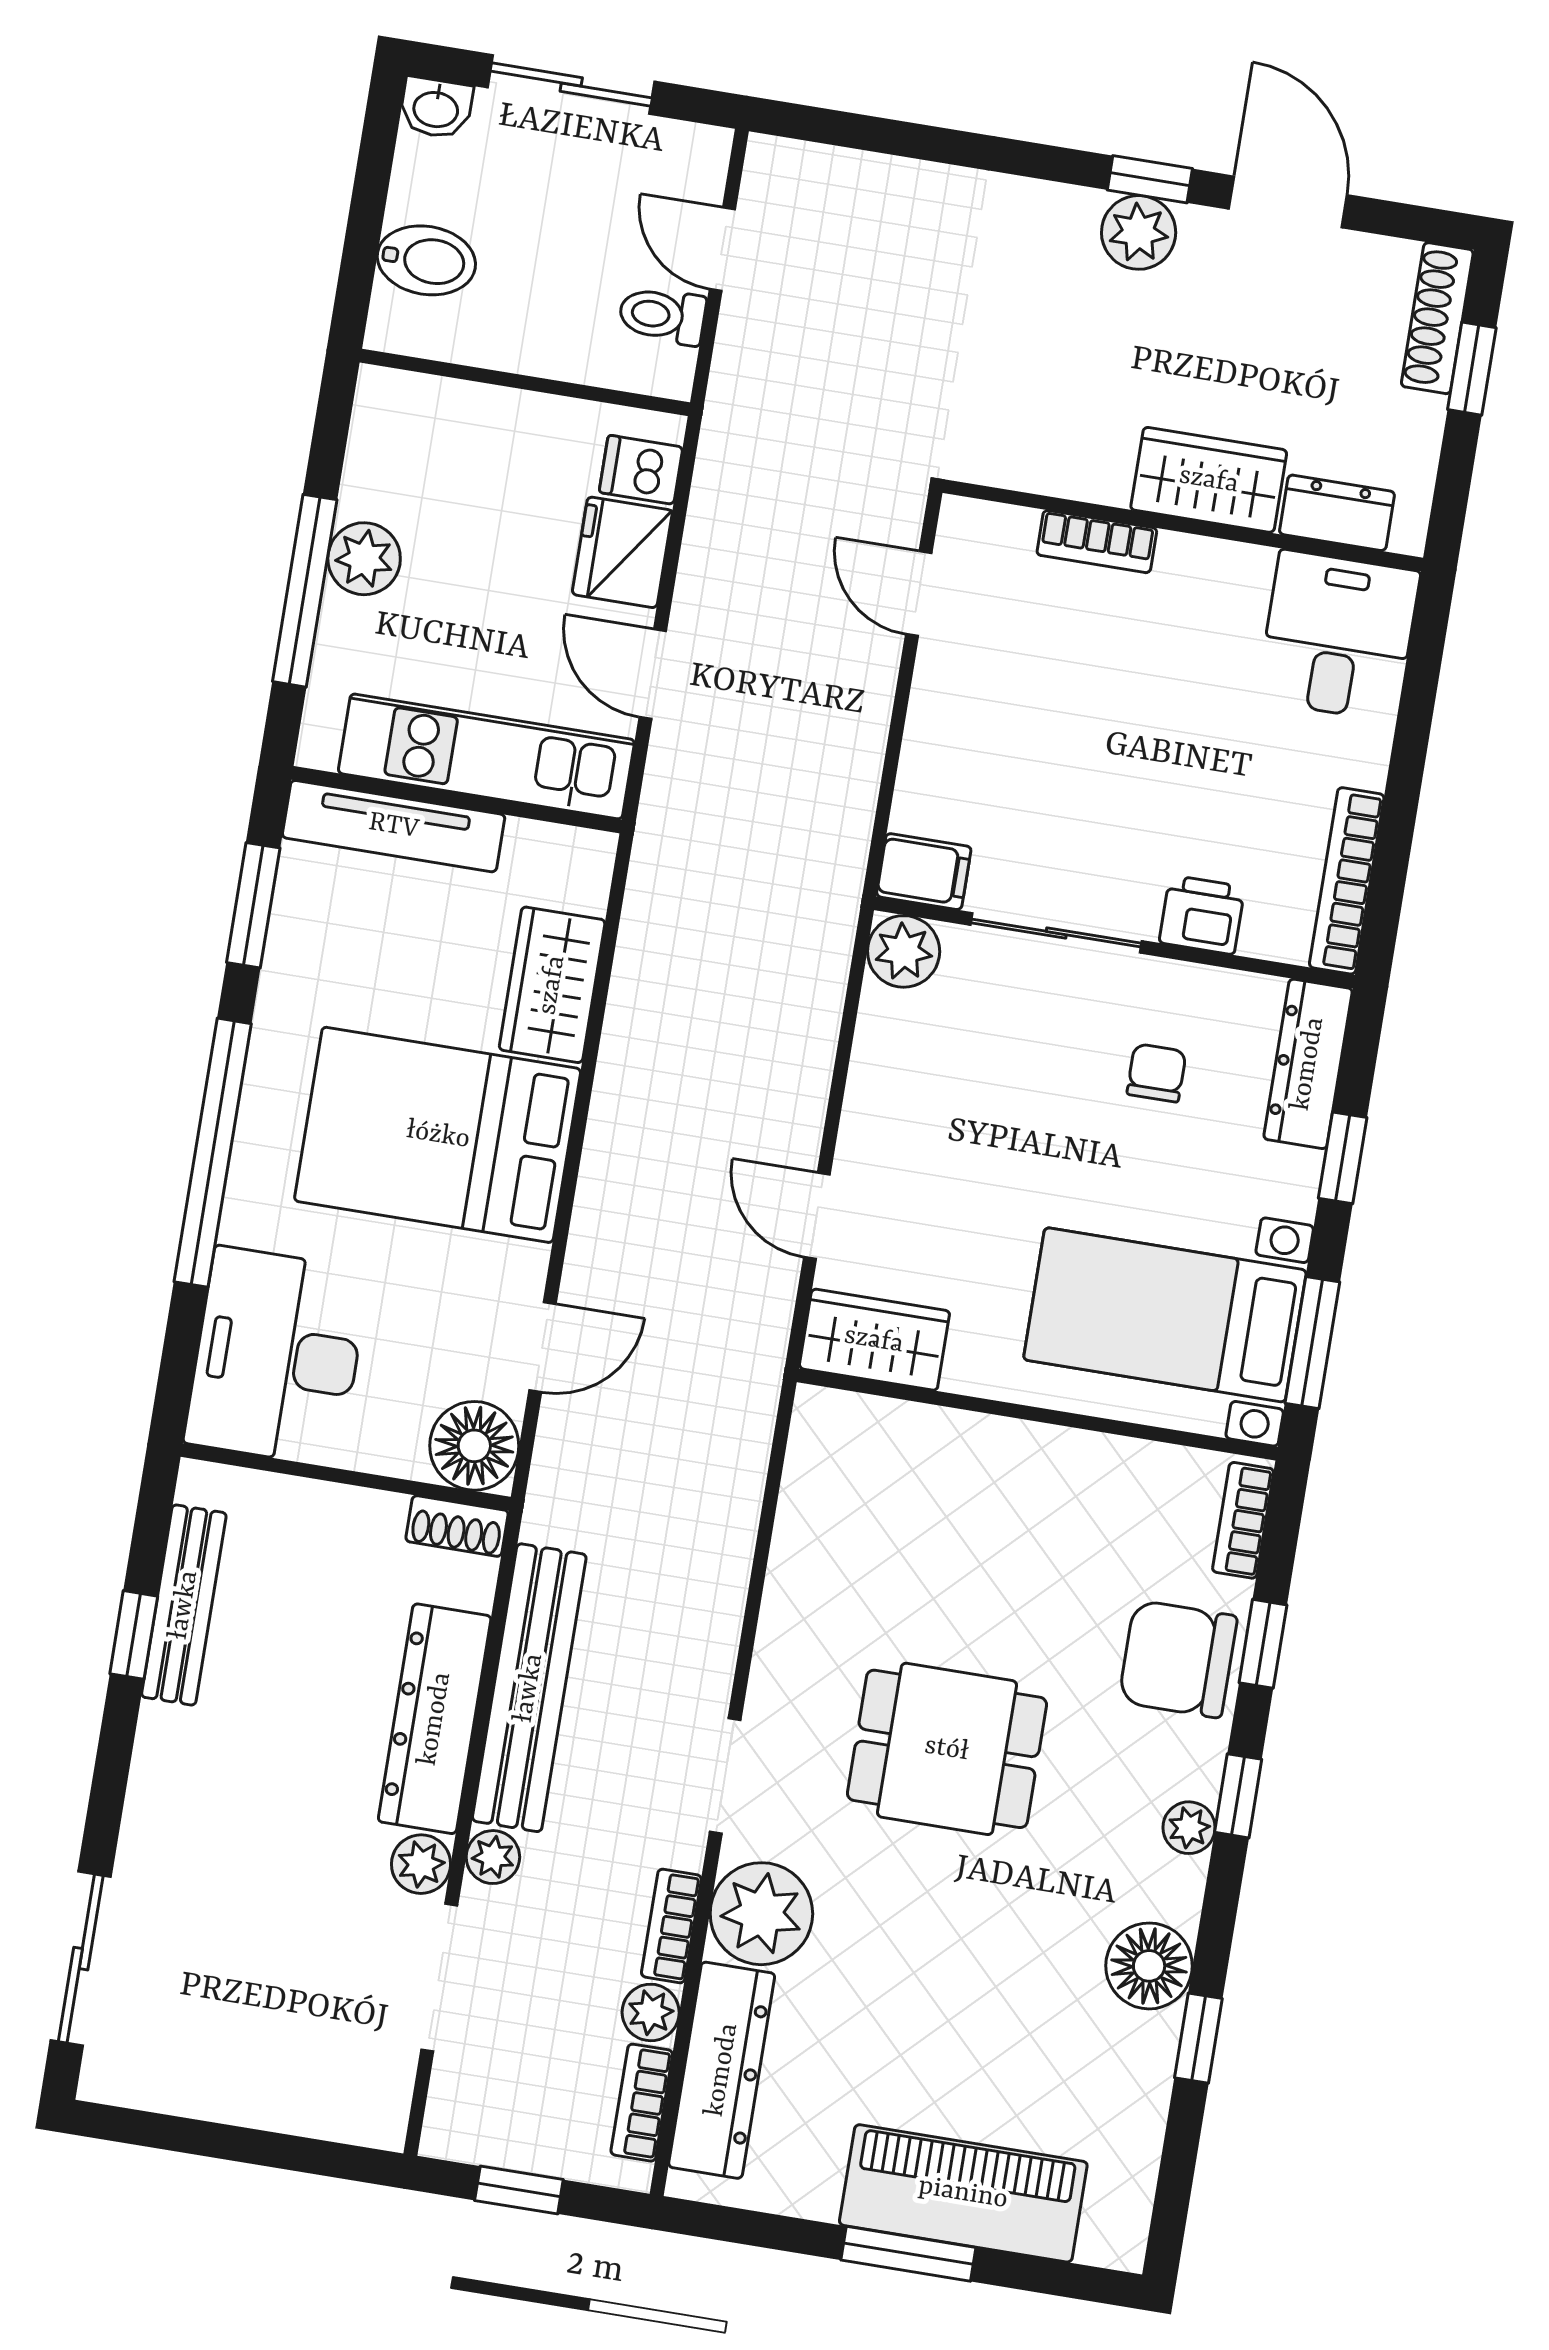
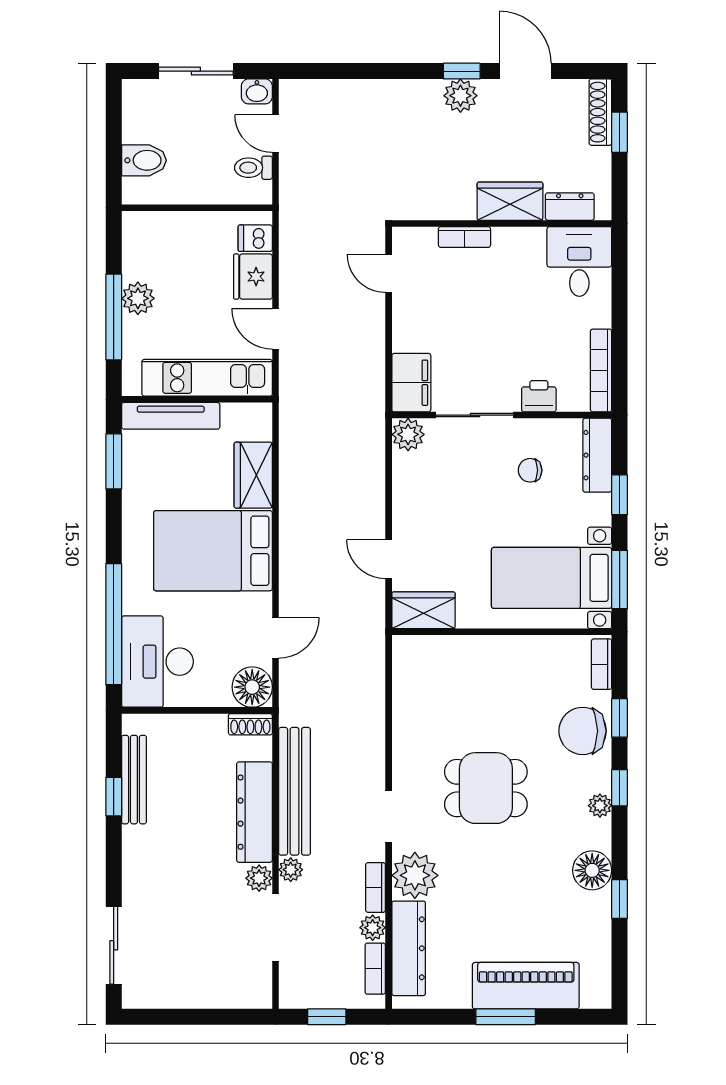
washbasin: (436, 108) -> (257, 91), moved
filing cabinet: (924, 872) -> (411, 383), width x2.00
chair: (1156, 1073) -> (530, 470), turned -90
window: (213, 1153) -> (114, 624), moved

